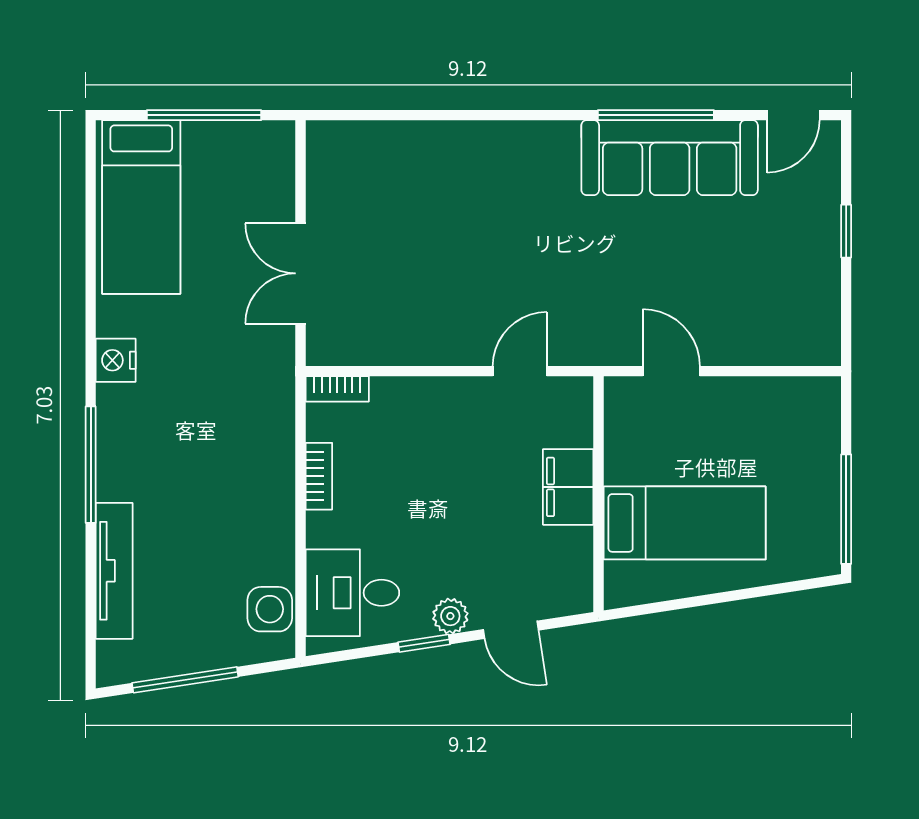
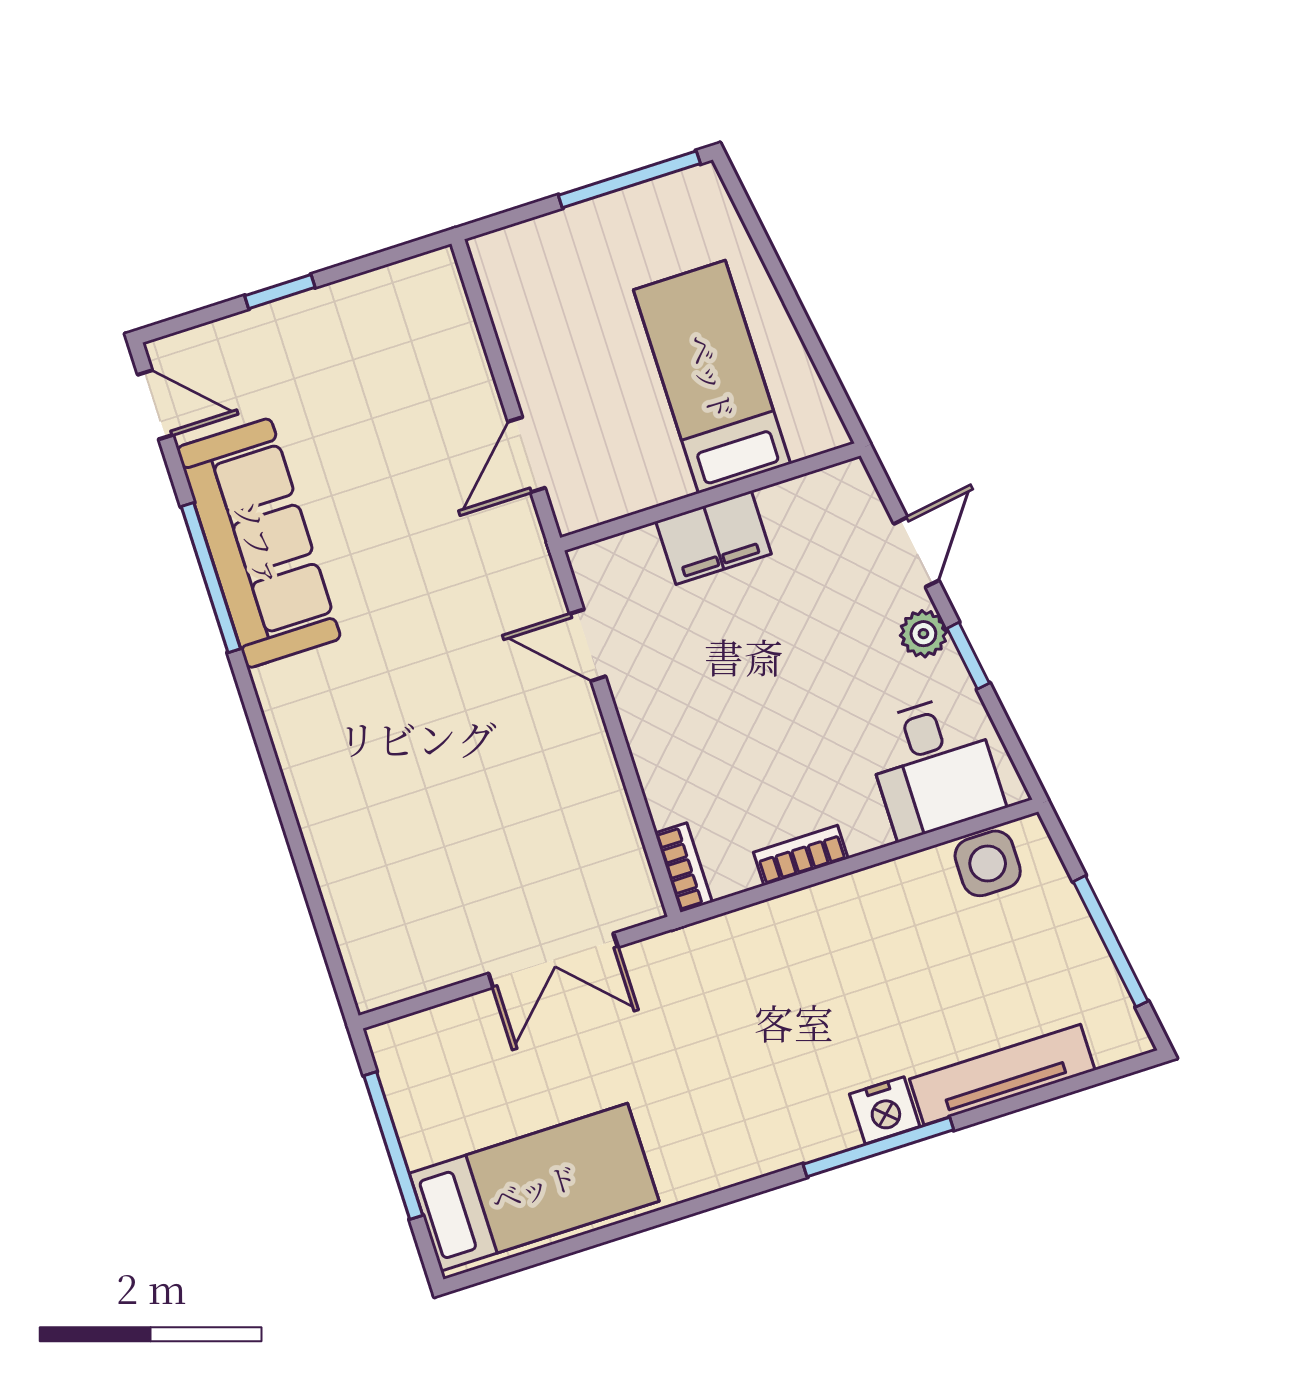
nightstand: (116, 360) -> (885, 1110), moved

